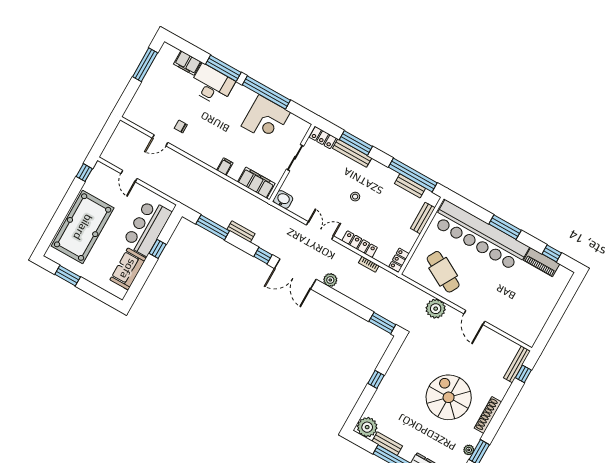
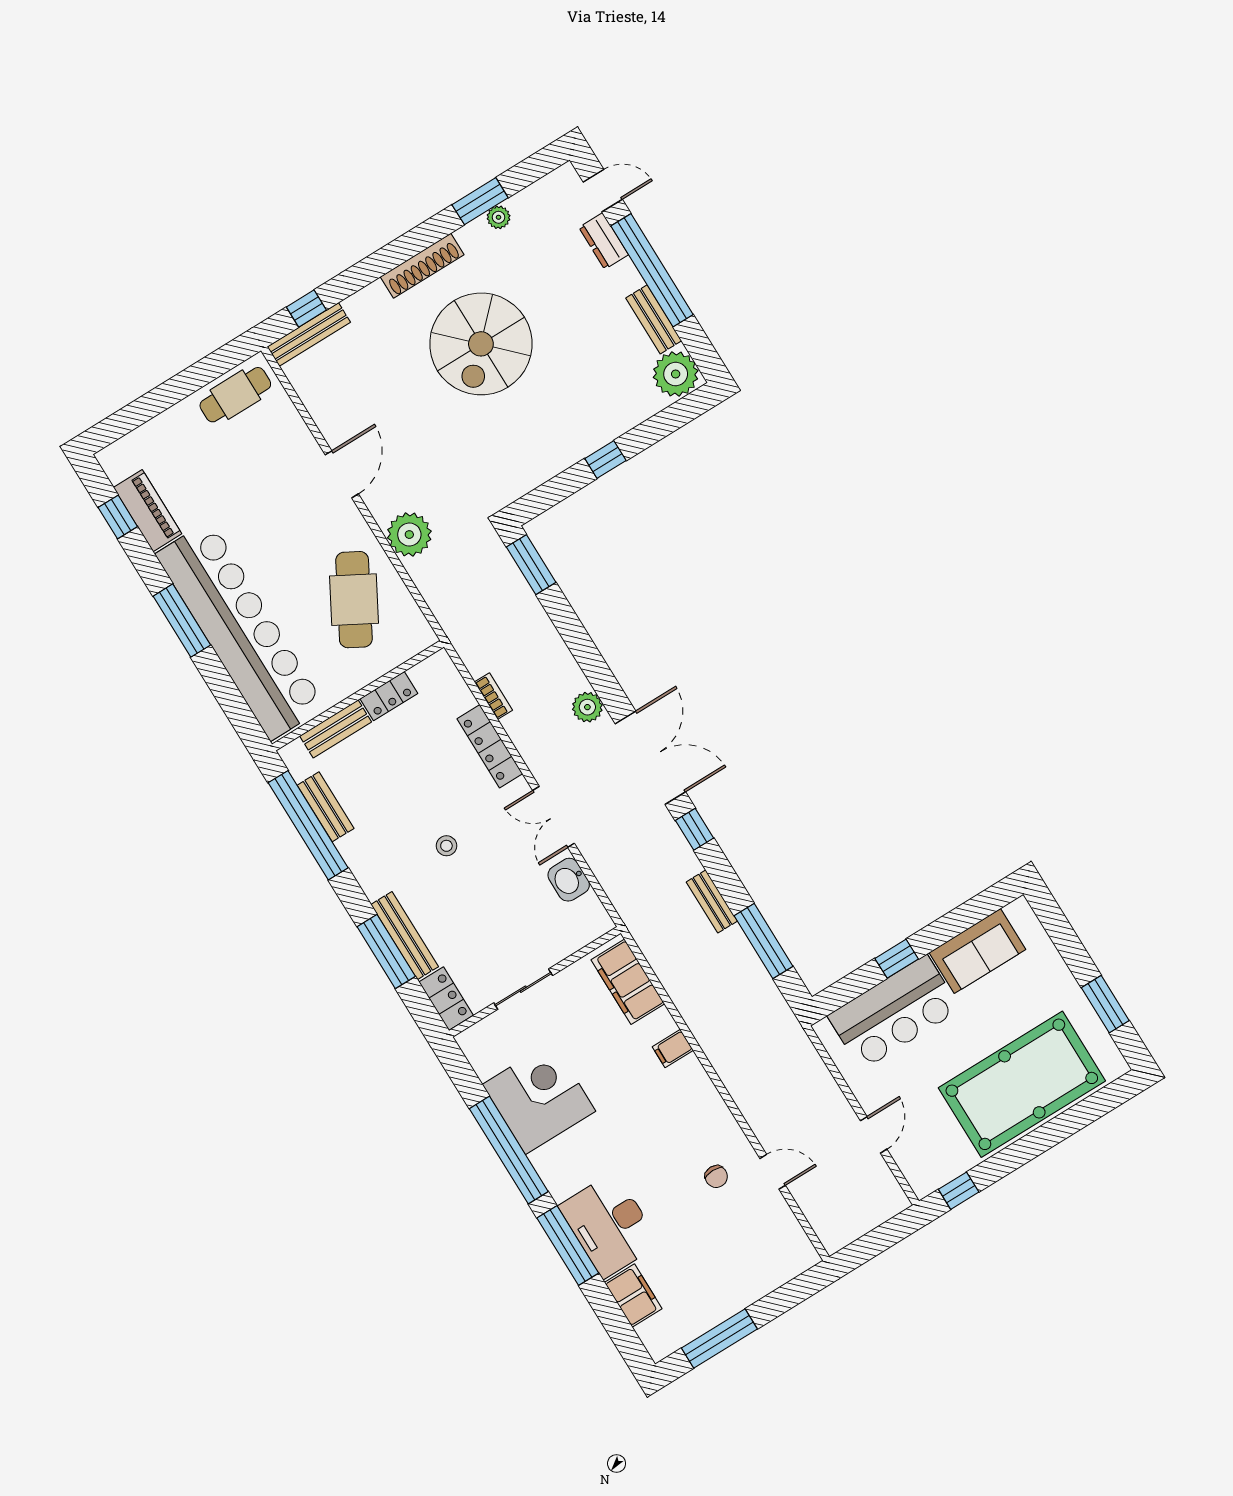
washbasin: (283, 200) -> (569, 880), moved
locker: (399, 260) -> (389, 696), moved
cafe table: (532, 325) -> (235, 395), added

